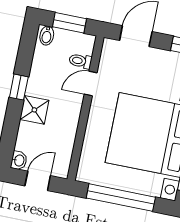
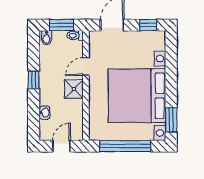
toilet: (80, 61) -> (75, 36), moved
shower: (34, 110) -> (74, 89), moved
washbasin: (19, 160) -> (45, 113), moved

